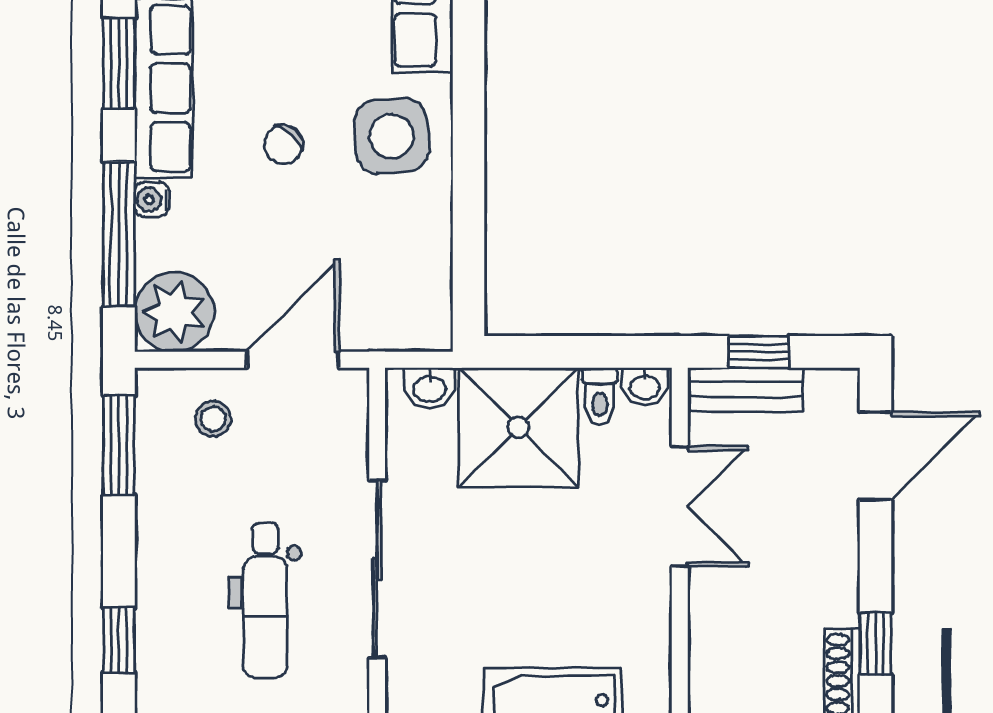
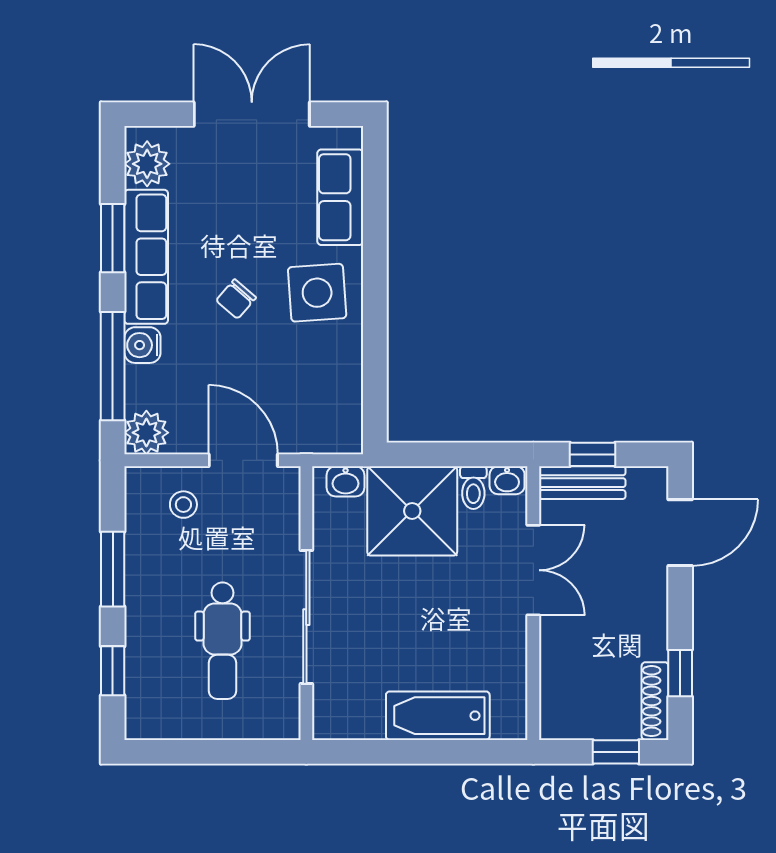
water cooler: (152, 199) -> (142, 345), width x1.38, depth x1.38
plant: (174, 312) -> (146, 433), width x0.73, depth x0.73
door: (293, 360) -> (243, 460), hinge flipped
window: (119, 445) -> (113, 569), moved

